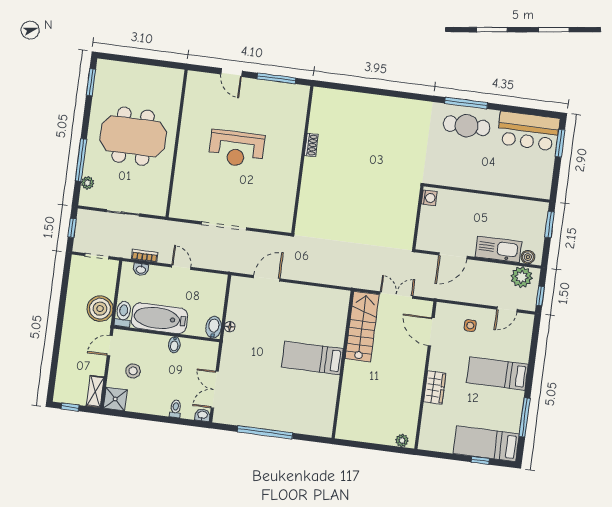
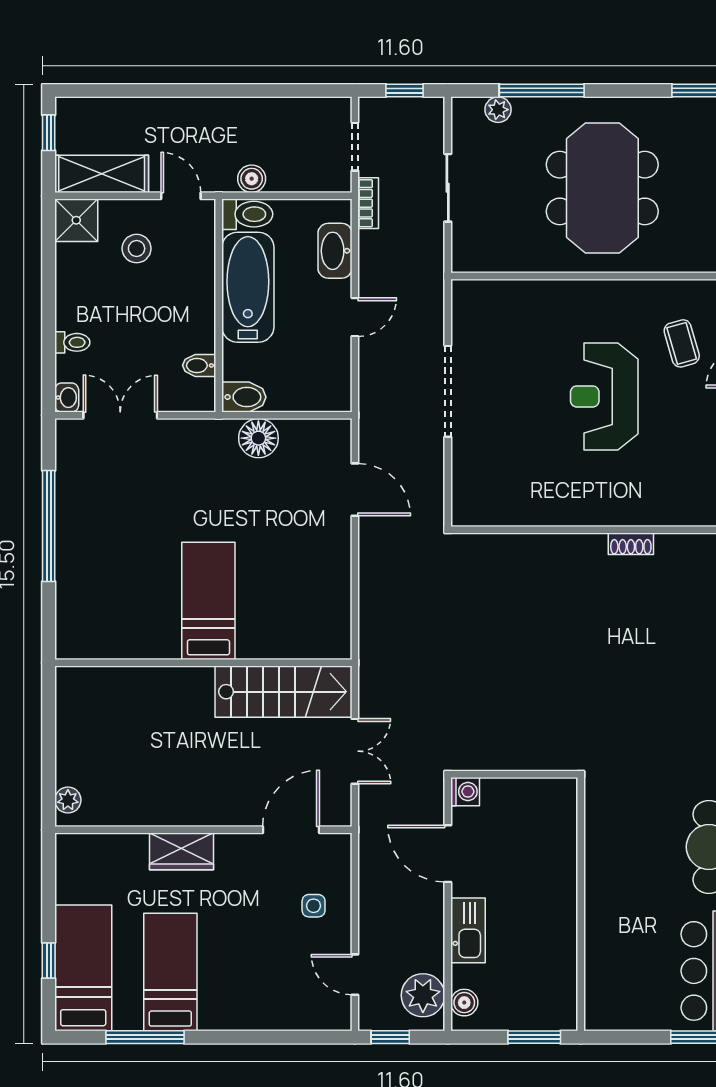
coffee table: (215, 107) -> (682, 343), added
washing machine: (429, 198) -> (465, 792), moved, turned -90
kitchen sink: (498, 249) -> (468, 930), width x0.73, depth x0.81
bookcase: (145, 256) -> (368, 203), moved
washbasin: (141, 269) -> (335, 251), width x1.91, depth x1.45
boiler: (100, 309) -> (252, 179), width x0.54, depth x0.54
floor lamp: (230, 327) -> (258, 438), width x1.89, depth x1.89
bidet: (174, 345) -> (199, 365), moved
bed: (497, 373) -> (170, 972), moved
shelving: (95, 391) -> (102, 174), width x1.50, depth x1.33

